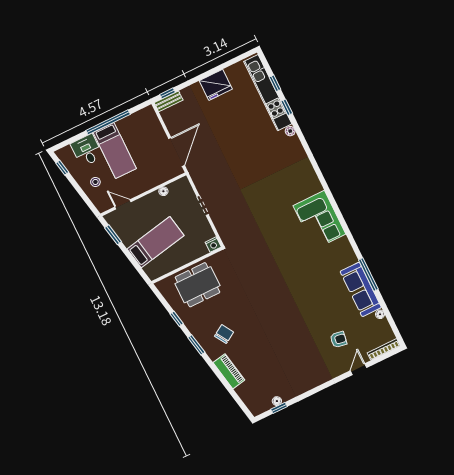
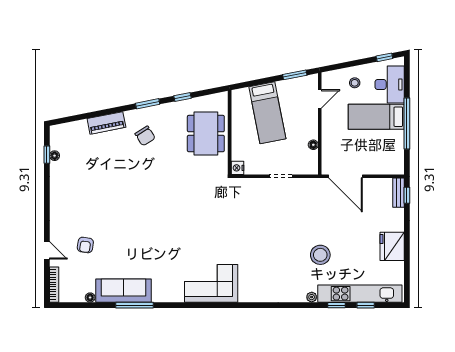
stool: (252, 141) -> (320, 255), added
desk: (87, 150) -> (390, 85), width x1.37

